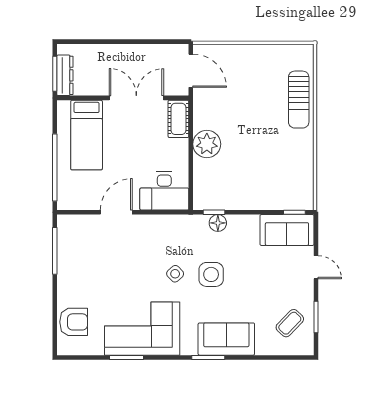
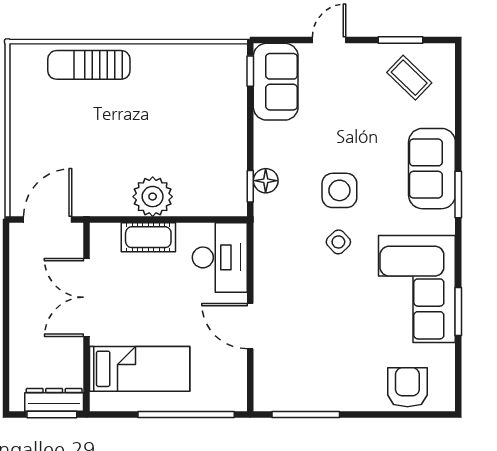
sun lounger: (299, 100) -> (89, 65), turned 180
cot: (178, 119) -> (148, 237), moved

